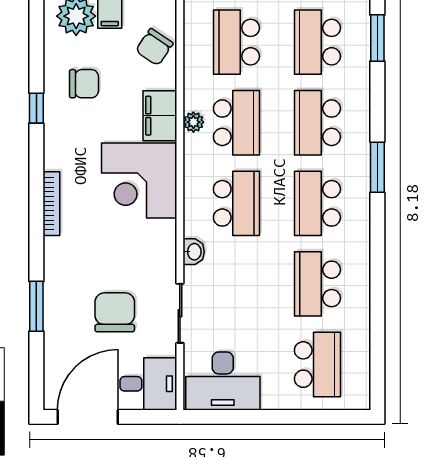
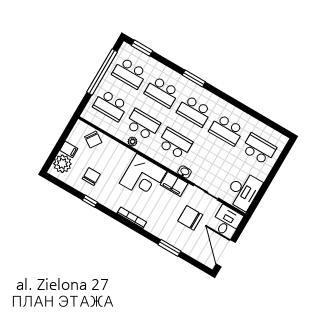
filing cabinet: (160, 116) -> (174, 184), moved

